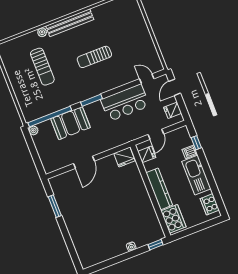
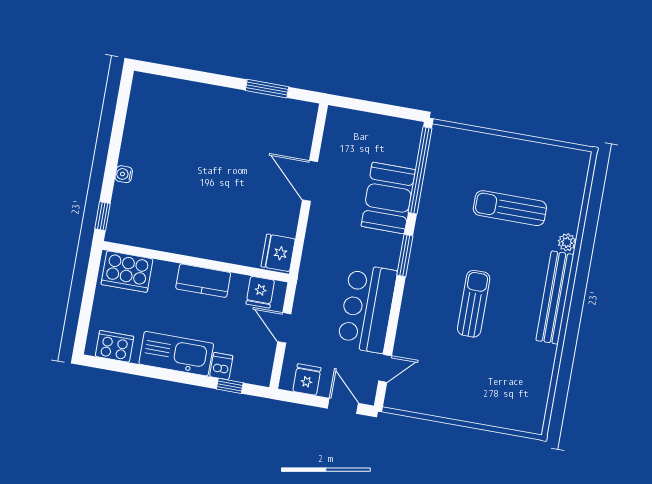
plant: (33, 130) -> (413, 129), removed
kitchen counter: (159, 189) -> (203, 281), width x0.67

